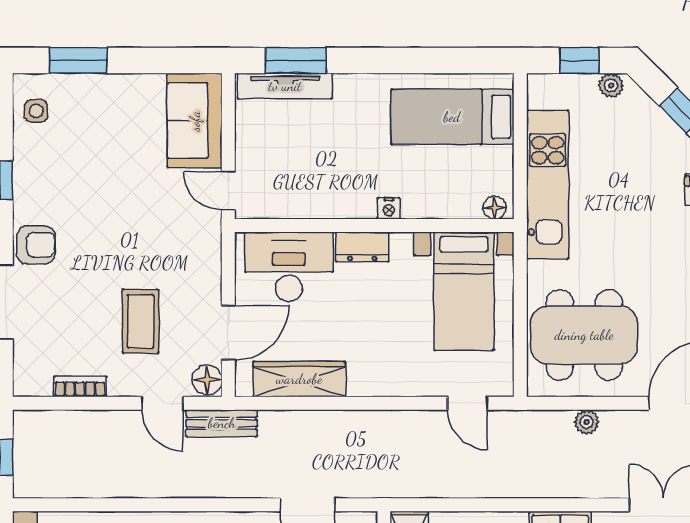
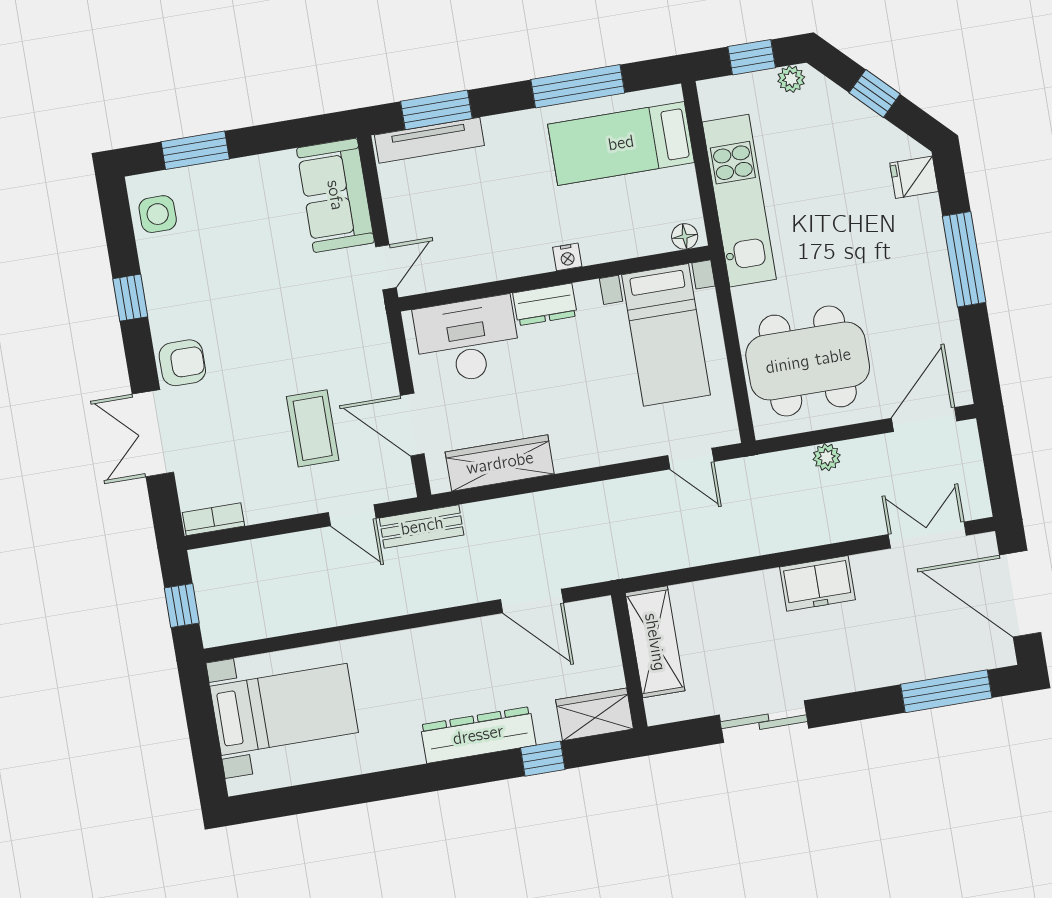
window: (423, 61) -> (578, 86), added
side table: (36, 111) -> (158, 214), width x1.37, depth x1.37
door: (228, 191) -> (386, 267), swing flipped
door: (228, 333) -> (412, 425), swing flipped
floor lamp: (207, 380) -> (397, 481), removed
bookcase: (80, 386) -> (213, 519), moved

